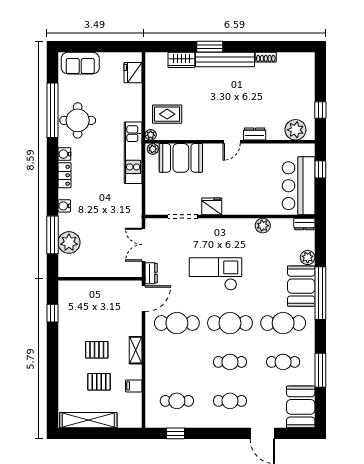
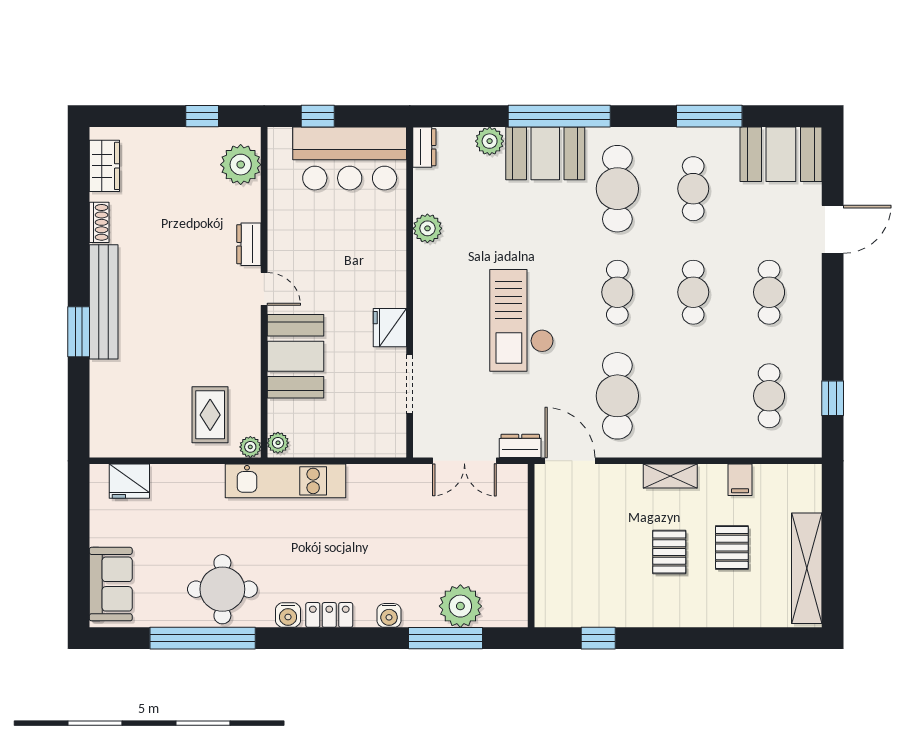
wardrobe: (181, 60) -> (104, 166), moved
booth: (181, 158) -> (295, 356), moved
cafe table: (230, 323) -> (617, 292), width x0.73, depth x0.74

